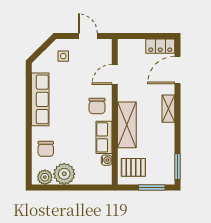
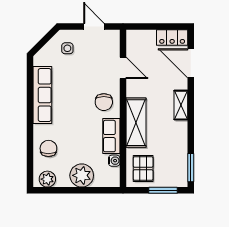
door: (177, 70) -> (191, 63), hinge flipped
door: (115, 74) -> (123, 68), swing flipped
chair: (46, 149) -> (48, 148), turned 180
pallet: (133, 167) -> (143, 168), turned 90
plant: (64, 174) -> (82, 175), moved

